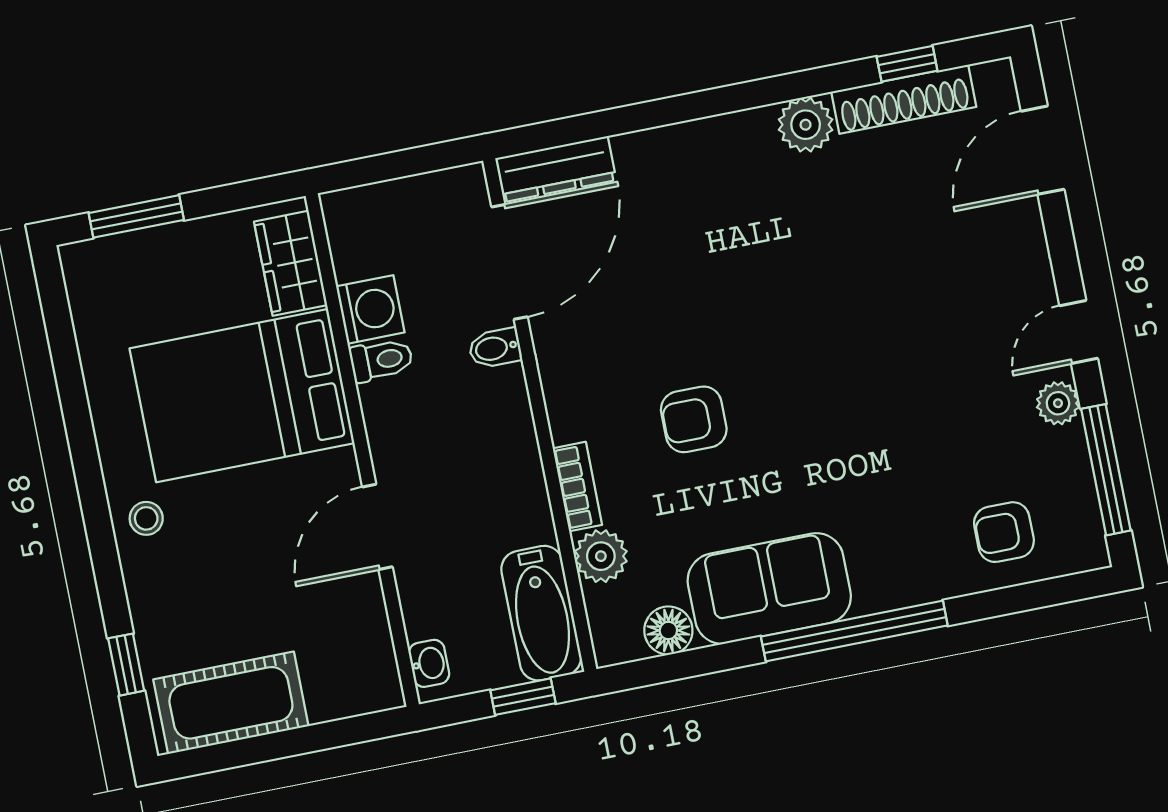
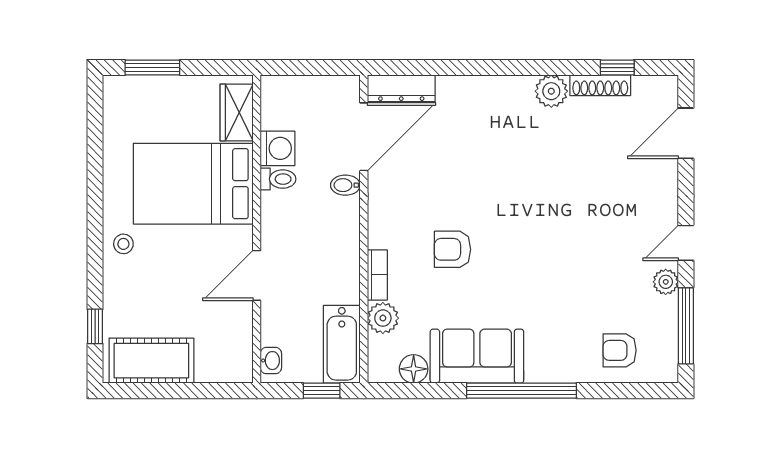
shoe rack: (904, 99) -> (600, 85), width x0.74, depth x0.81

